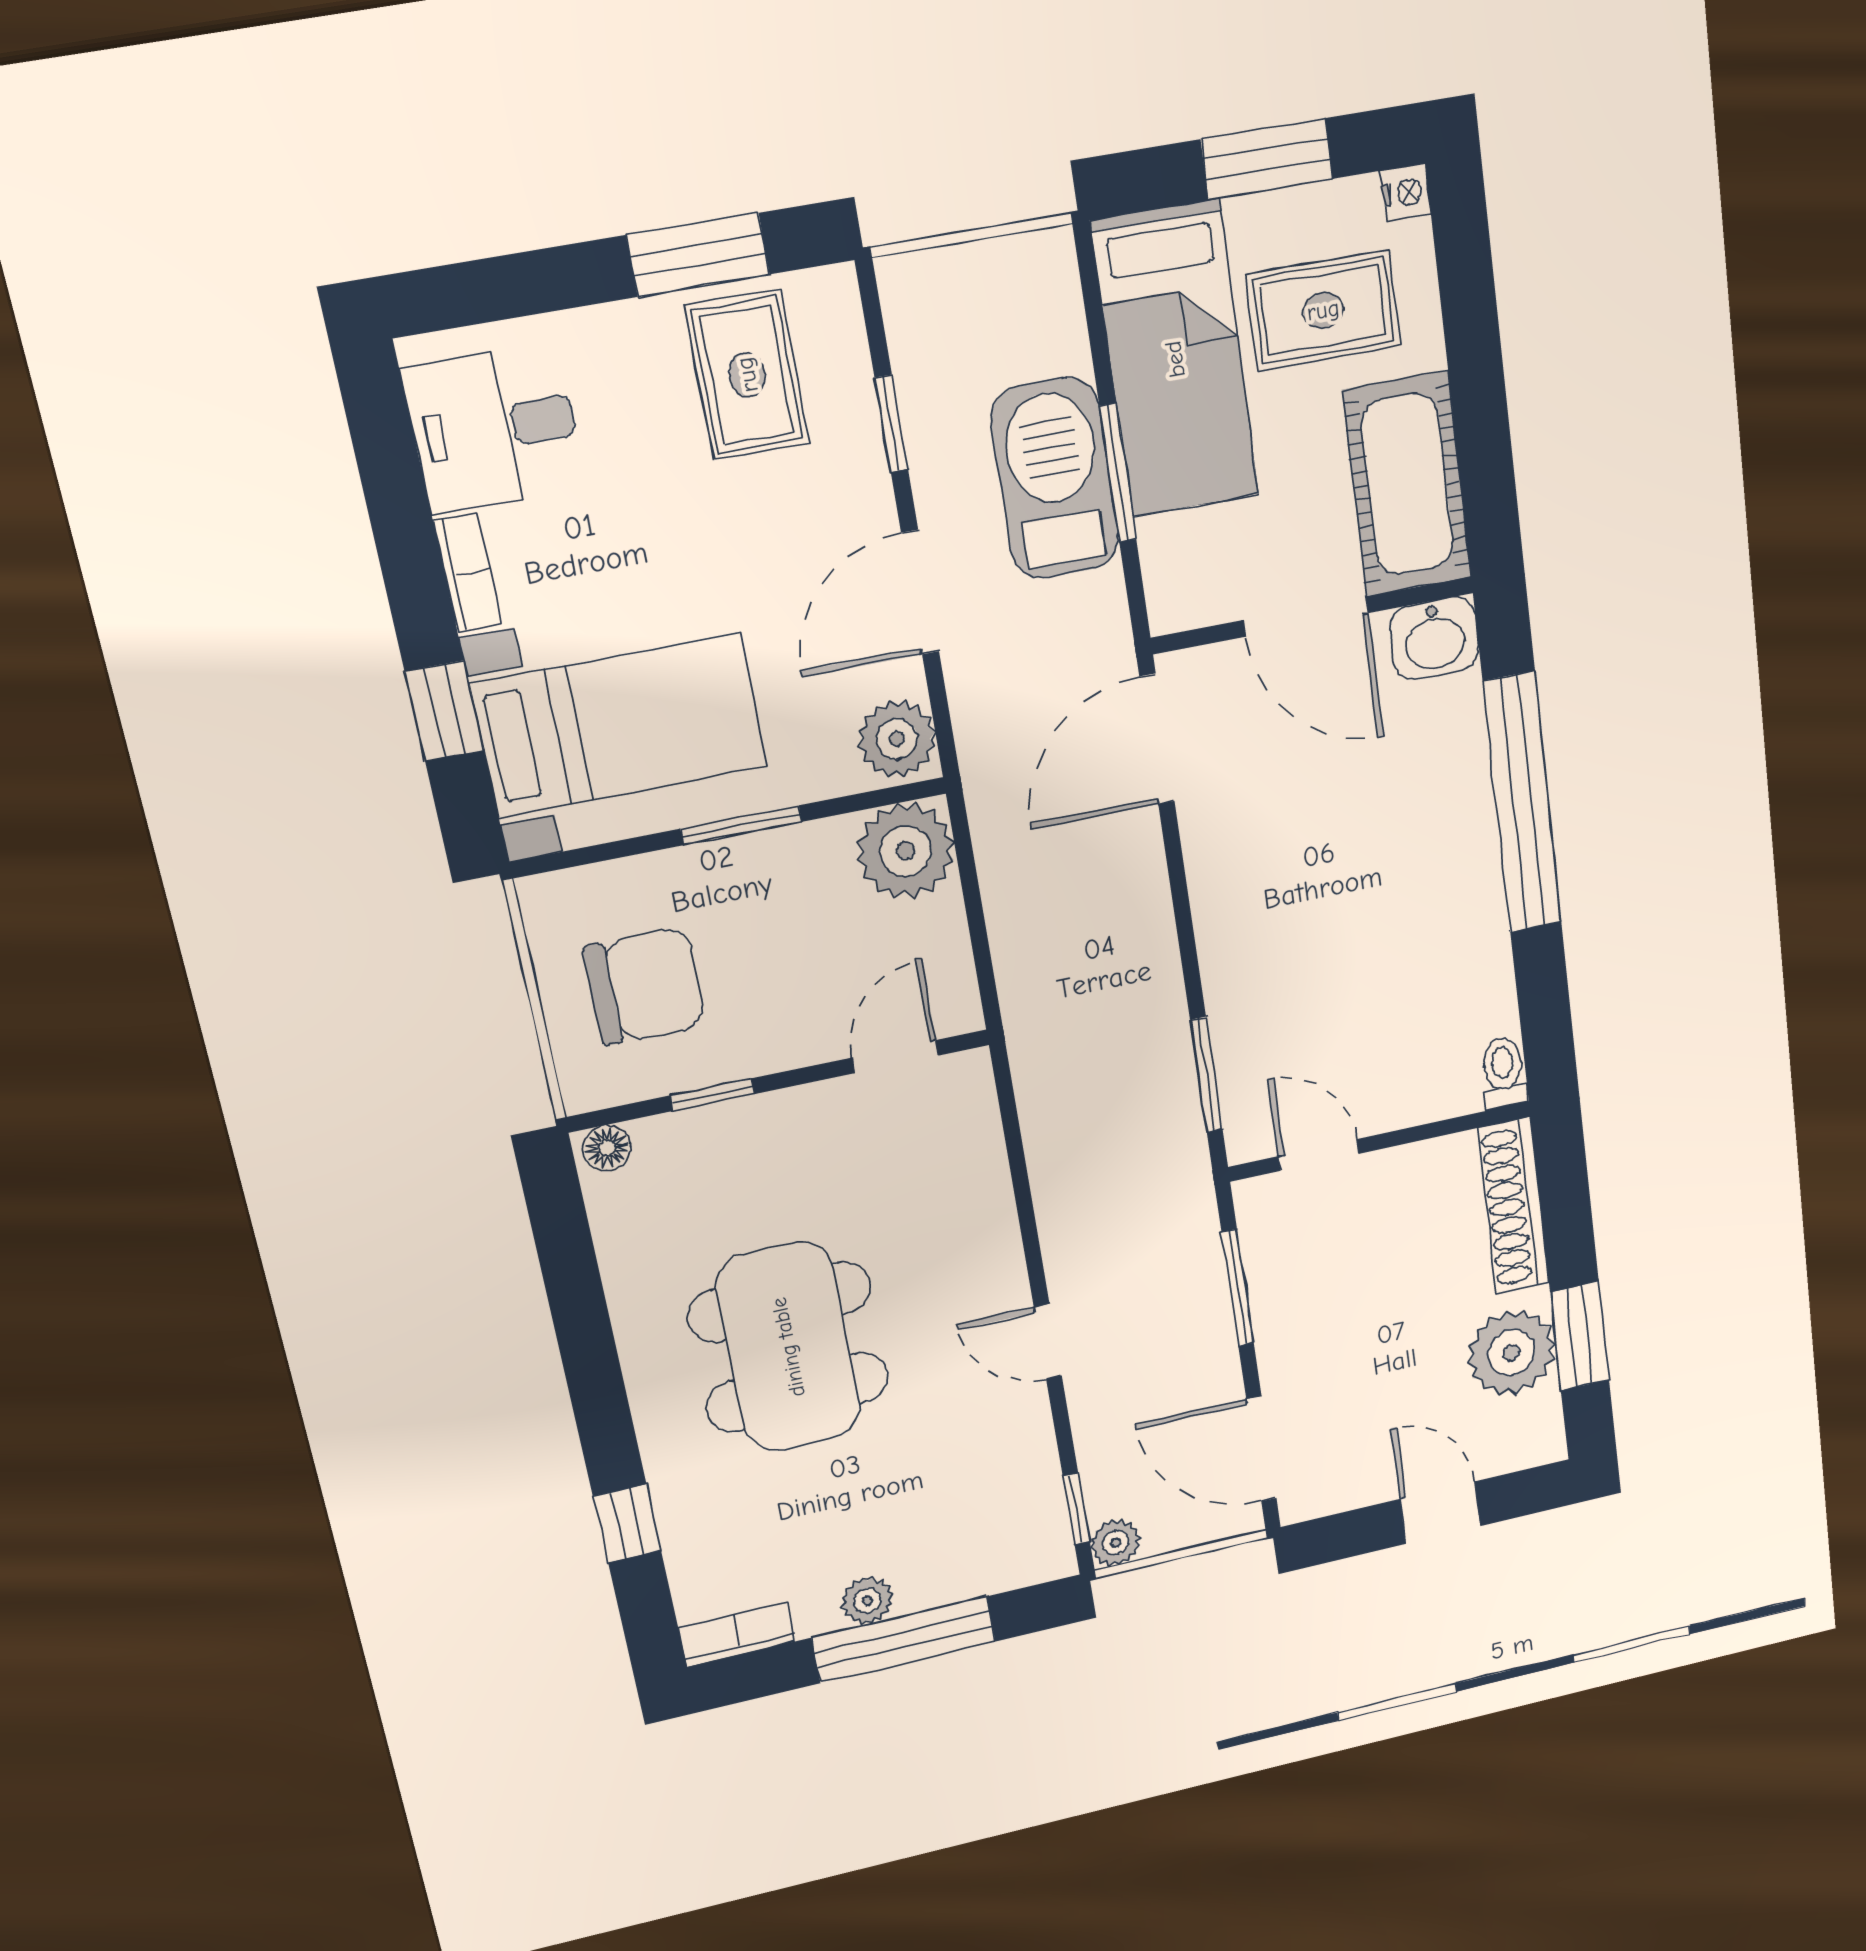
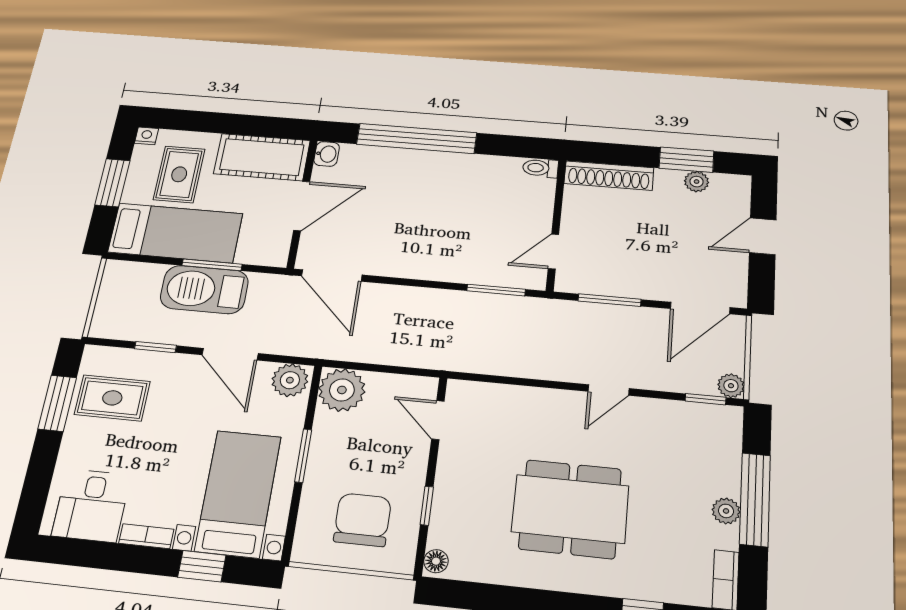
washbasin: (1435, 638) -> (327, 154), width x0.72, depth x0.69
plant: (1511, 1353) -> (697, 182), width x0.53, depth x0.53

